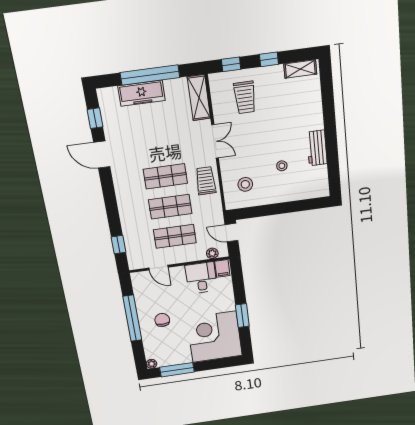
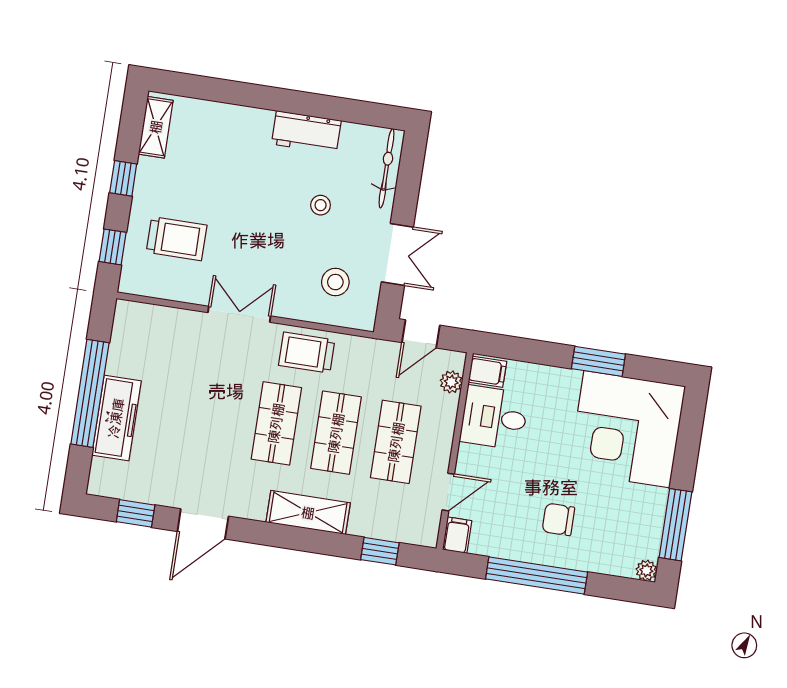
shelving: (199, 98) -> (308, 513), moved
bicycle: (309, 192) -> (387, 168), added
double door: (267, 210) -> (397, 255), added
filing cabinet: (139, 278) -> (457, 535), added

